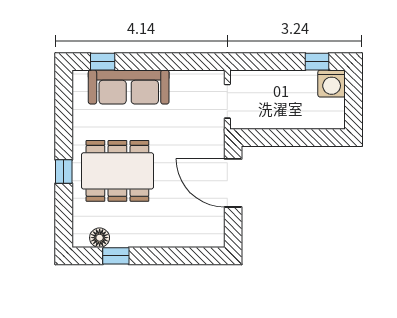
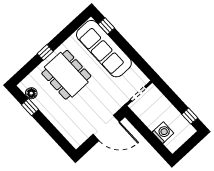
washing machine: (332, 84) -> (163, 133), moved, turned 180
sofa: (129, 87) -> (104, 49), width x1.36, depth x1.27
door: (233, 183) -> (106, 128), swing flipped

